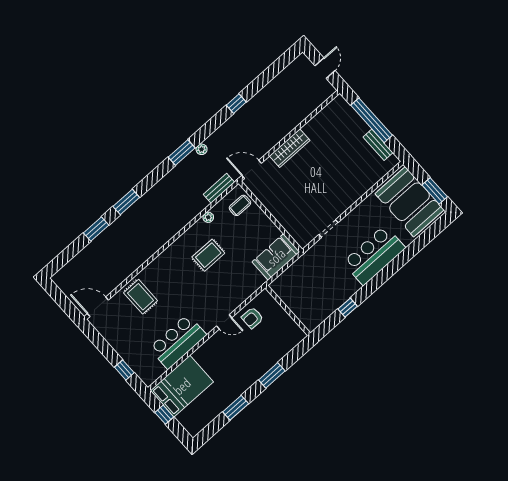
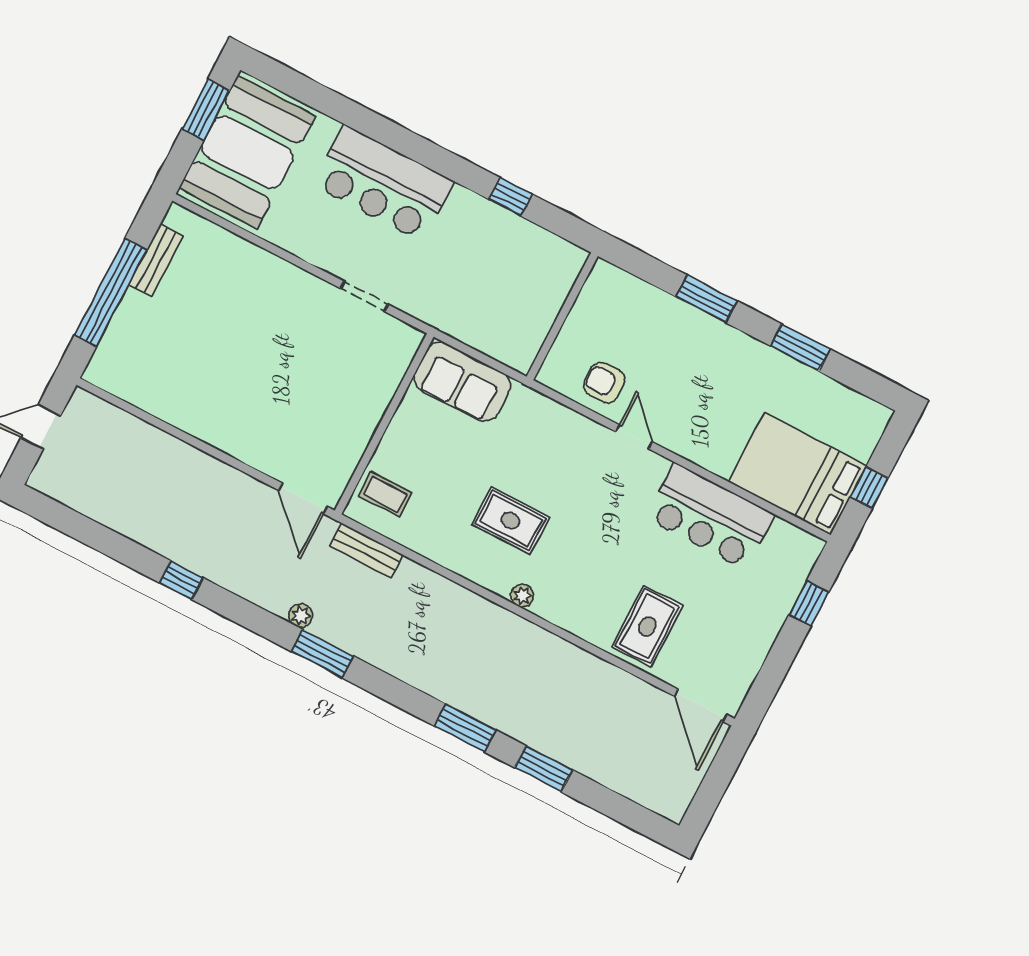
wardrobe: (290, 148) -> (231, 437), removed
plant: (208, 217) -> (522, 596), moved
armchair: (252, 318) -> (604, 383), turned 180

